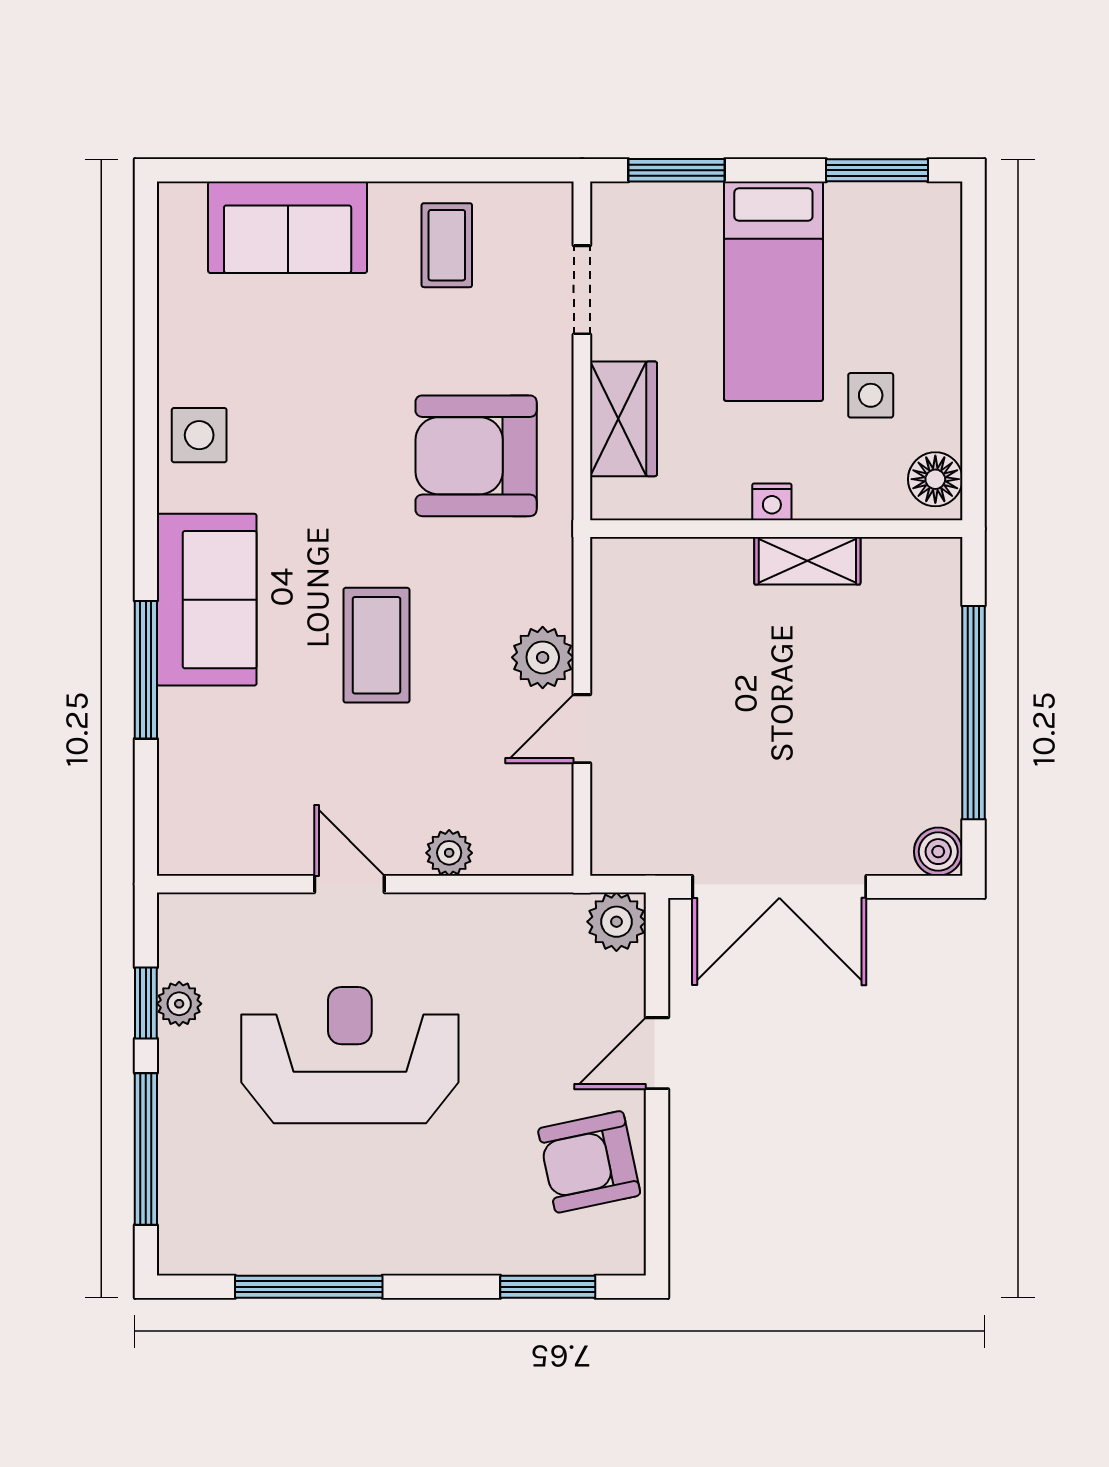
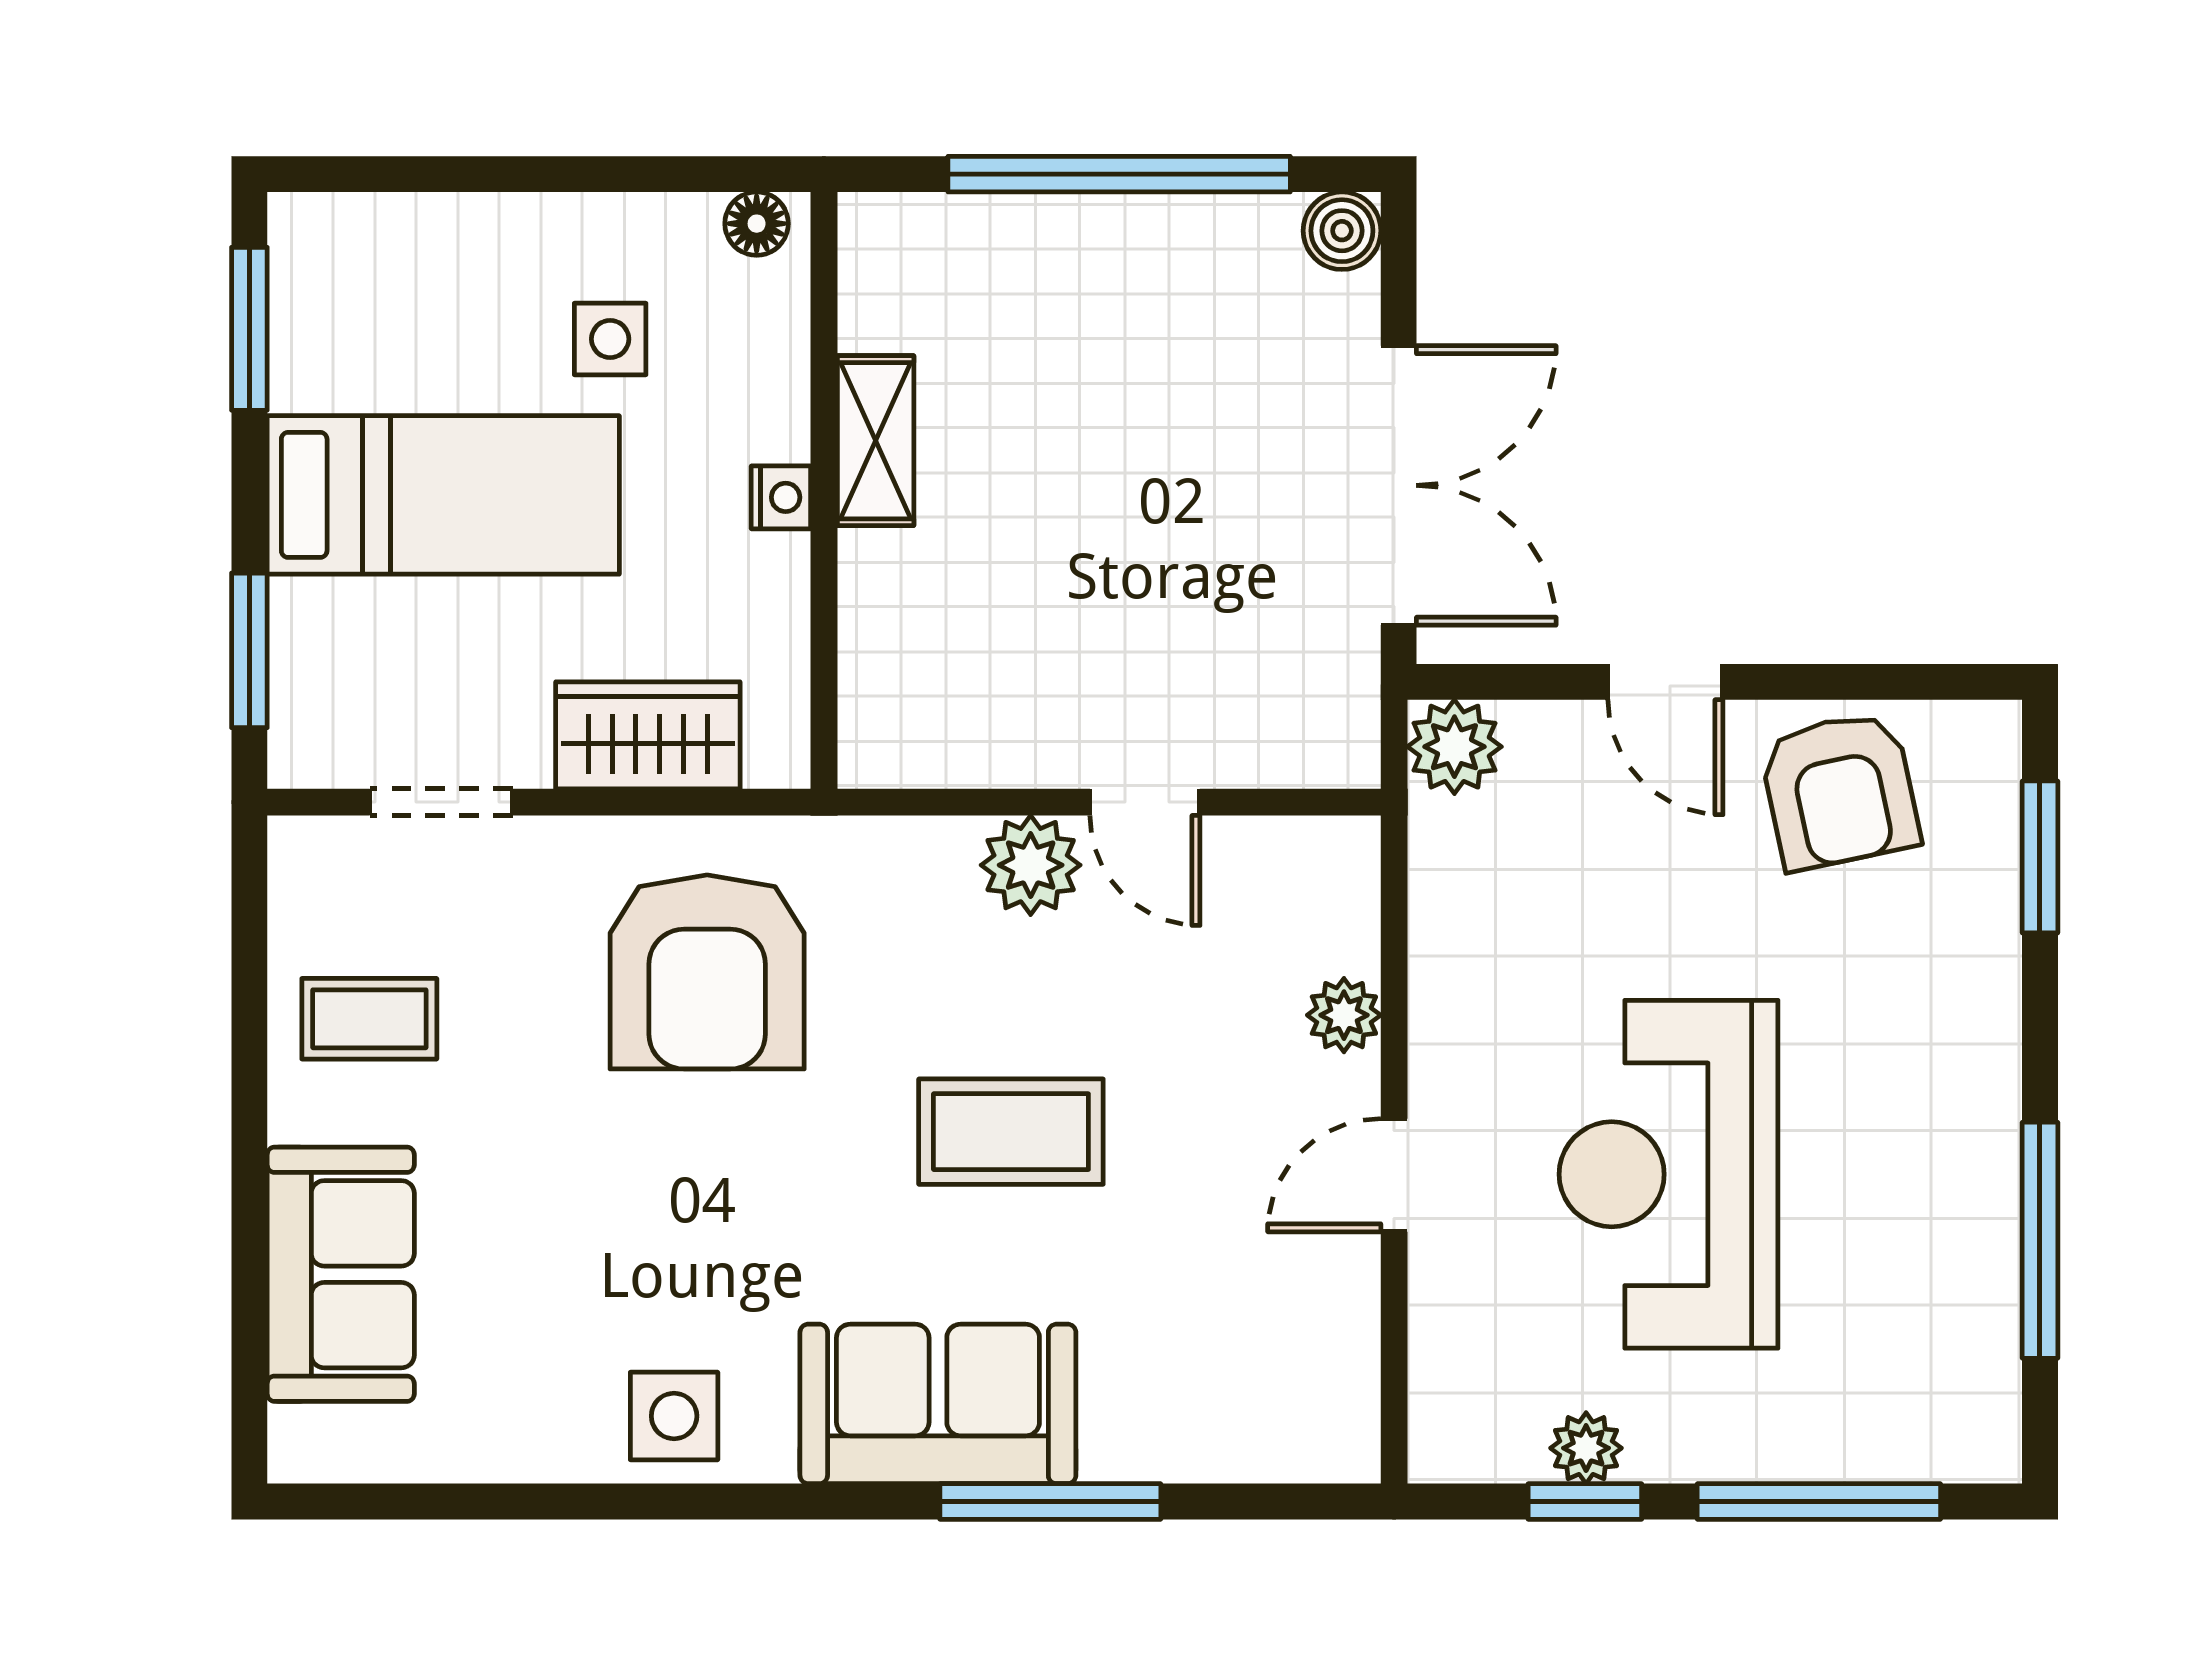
floor lamp: (935, 479) -> (757, 224), width x0.73, depth x0.73

